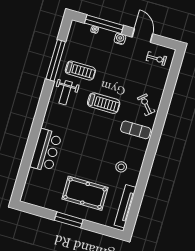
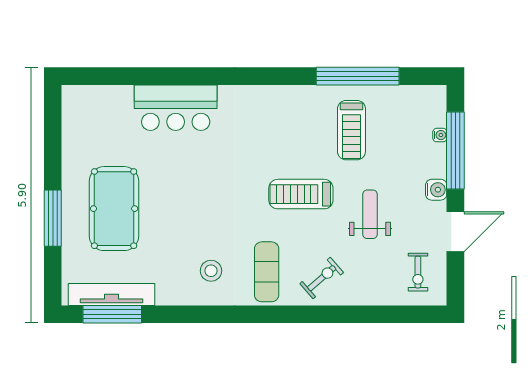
weight bench: (66, 93) -> (370, 214), moved, turned 90
treadmill: (104, 103) -> (301, 194), turned 90
stool: (121, 167) -> (211, 271), moved
window: (135, 208) -> (112, 314), added
window: (69, 220) -> (53, 218), moved

